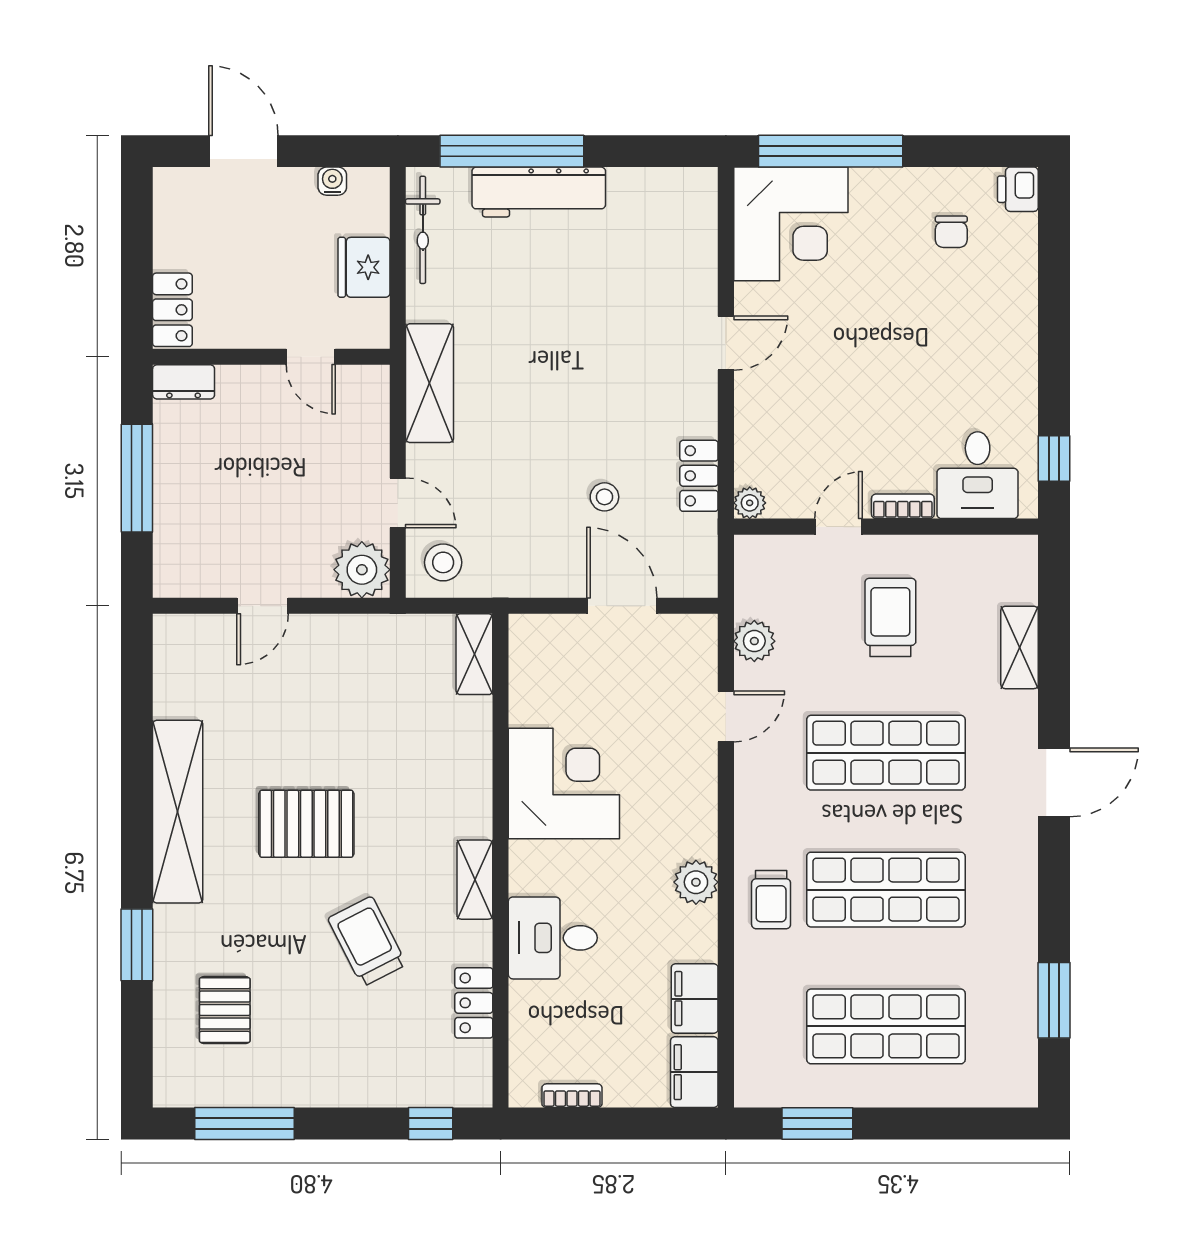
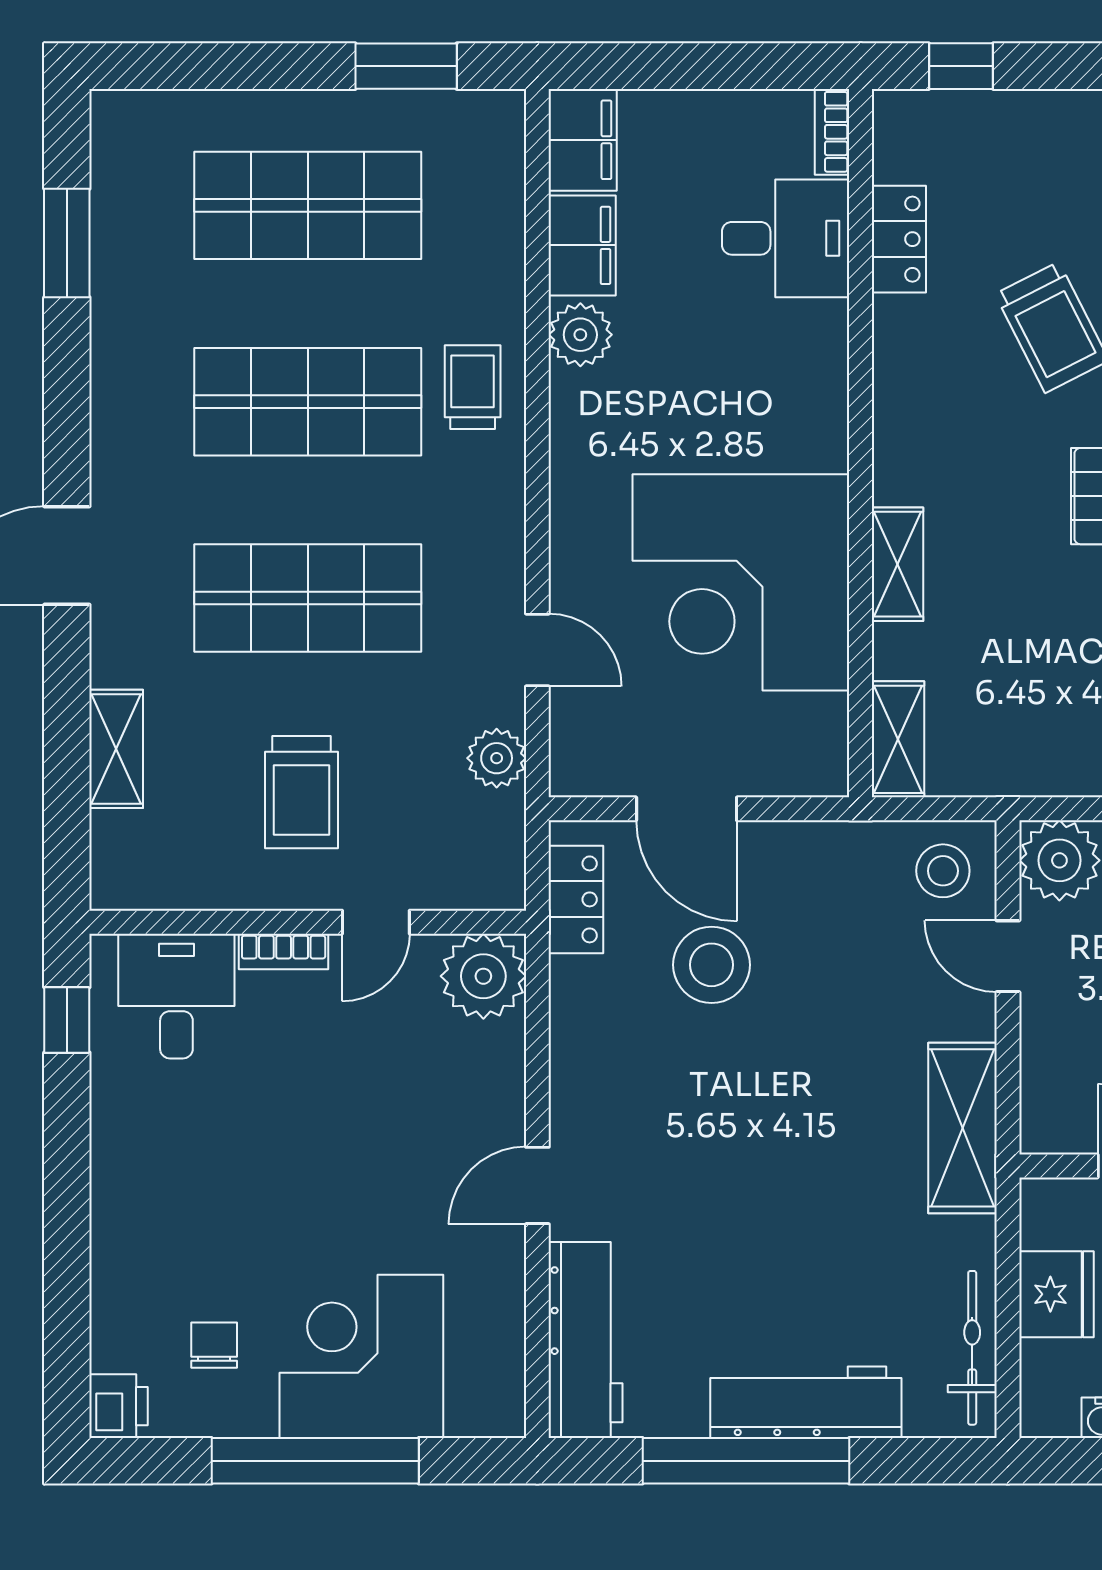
window: (512, 151) -> (746, 1461), moved
window: (831, 151) -> (315, 1461), moved
corner desk: (791, 224) -> (361, 1356), moved
workbench: (692, 235) -> (586, 1340), added
locker: (699, 476) -> (576, 899), moved
stool: (604, 497) -> (712, 965), width x1.89, depth x1.89
plant: (750, 503) -> (483, 976), width x1.88, depth x1.88
door: (726, 716) -> (537, 650), swing flipped
corner desk: (564, 784) -> (741, 582), width x1.36, depth x1.36
shelving: (475, 880) -> (897, 564), moved
plant: (696, 882) -> (580, 335), moved
desk: (553, 938) -> (786, 238), moved
bookcase: (572, 1096) -> (832, 132), moved, turned 90

